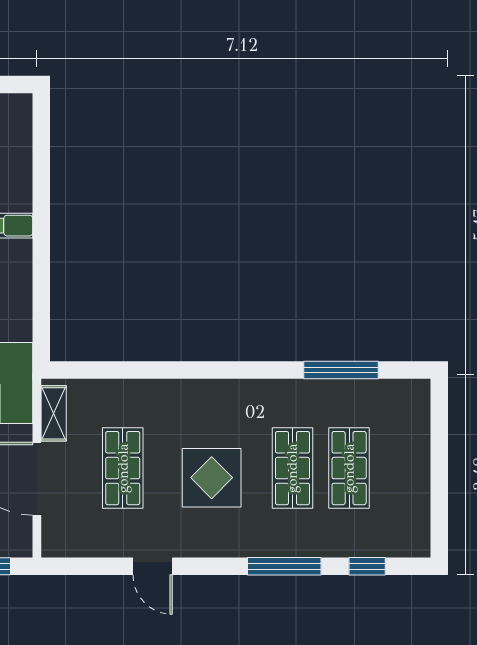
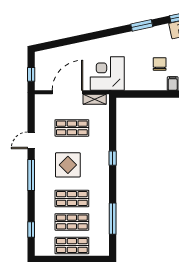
window: (196, 370) -> (113, 158), added
shop shelf: (406, 468) -> (72, 245), added
window: (284, 566) -> (31, 175), moved

